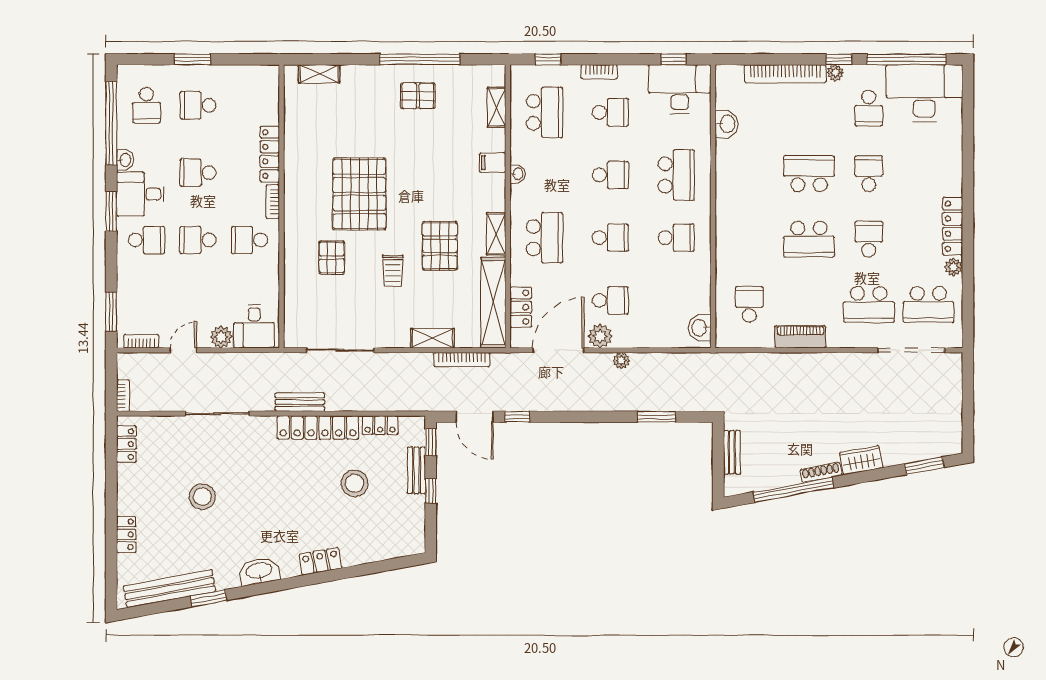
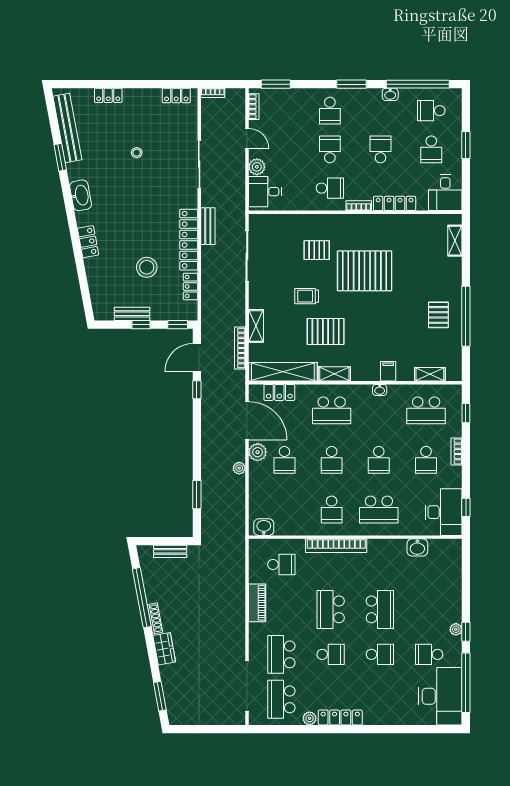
bookcase: (785, 74) -> (336, 546), moved, turned -90
school desk: (198, 105) -> (431, 149), turned 180
desk: (140, 194) -> (445, 193), moved, turned 180
school desk: (249, 240) -> (330, 188), turned 90
bench: (416, 470) -> (132, 314), moved
stool: (202, 497) -> (137, 153), width x0.53, depth x0.53

